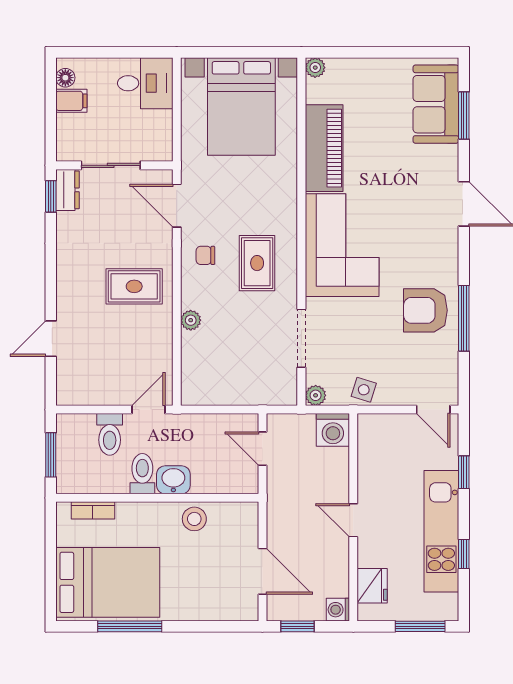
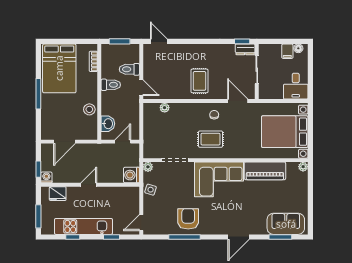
door: (177, 206) -> (238, 101), hinge flipped
plant: (191, 320) -> (165, 108), moved
door: (51, 339) -> (159, 41), moved
washbasin: (173, 480) -> (108, 124), moved
window: (130, 626) -> (38, 94), moved
window: (298, 626) -> (38, 169), moved

